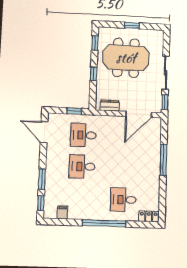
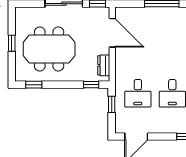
meeting table: (126, 58) -> (49, 49), turned 90
window: (94, 74) -> (91, 85), moved

